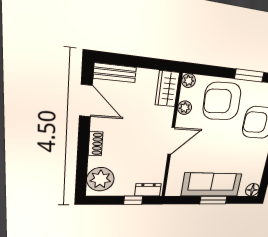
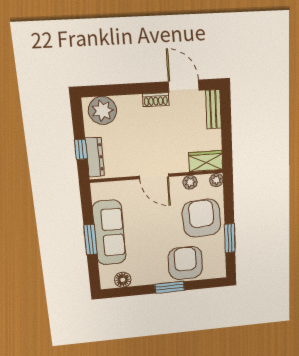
door: (86, 101) -> (184, 86), swing flipped
shoe rack: (95, 144) -> (156, 100), moved
dresser: (148, 190) -> (95, 157), width x1.44
floor lamp: (252, 190) -> (123, 280), moved

